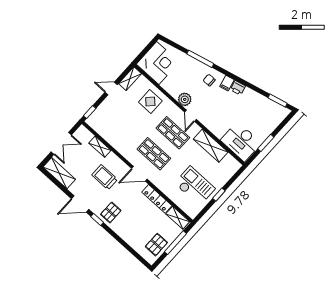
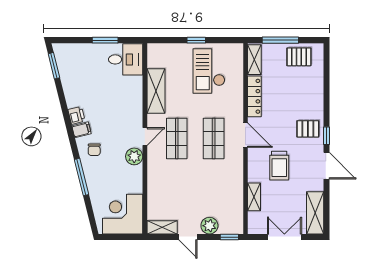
display table: (150, 101) -> (166, 188), removed
plant: (106, 106) -> (209, 226), added
desk: (241, 142) -> (126, 59), width x0.73

